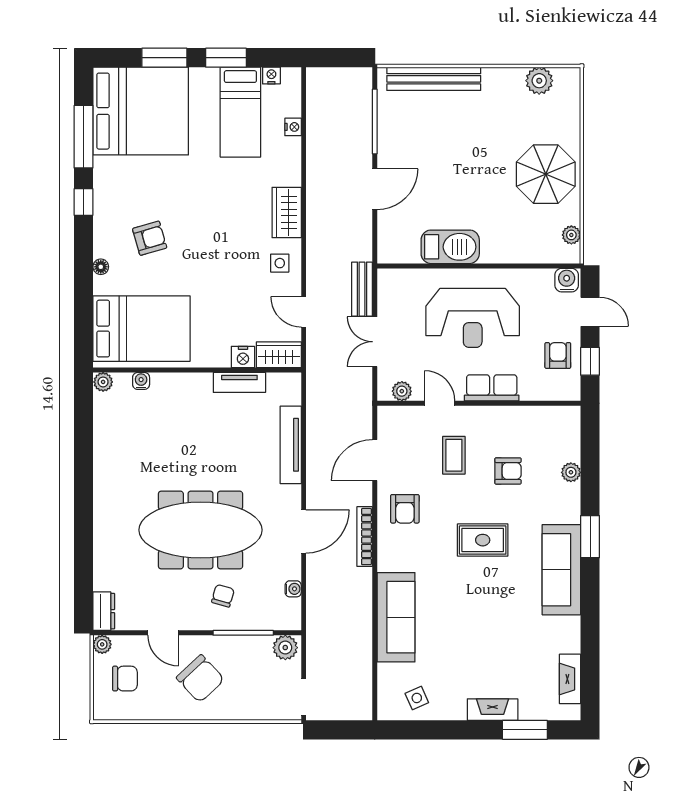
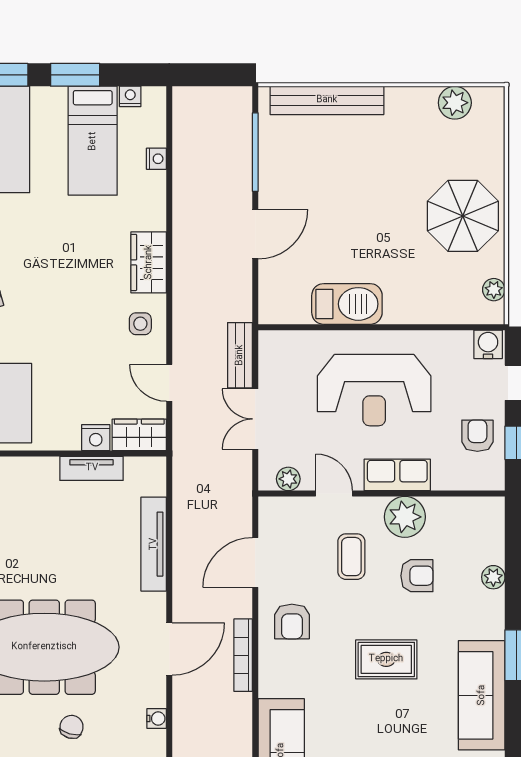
plant: (498, 422) -> (405, 517), added

